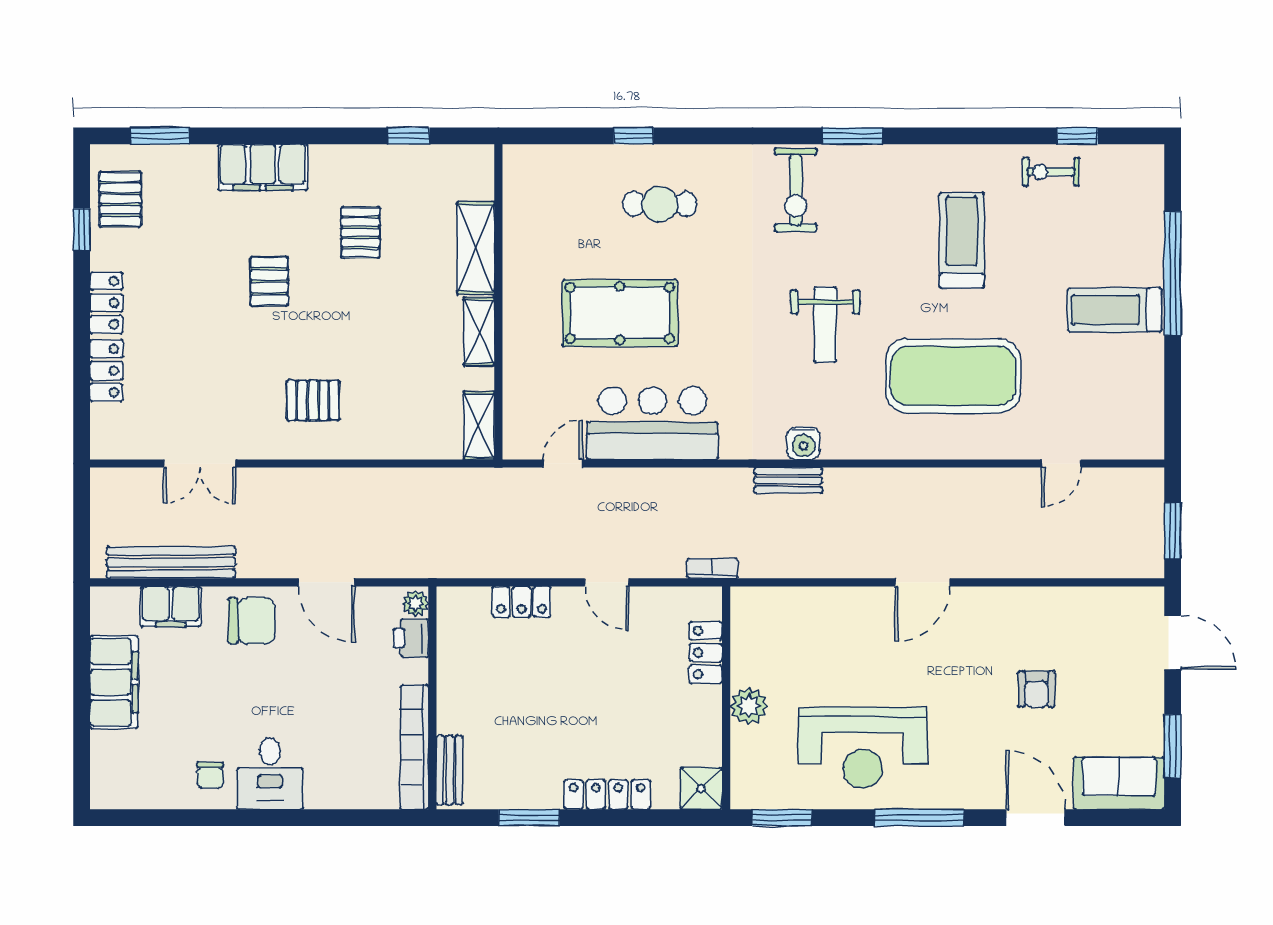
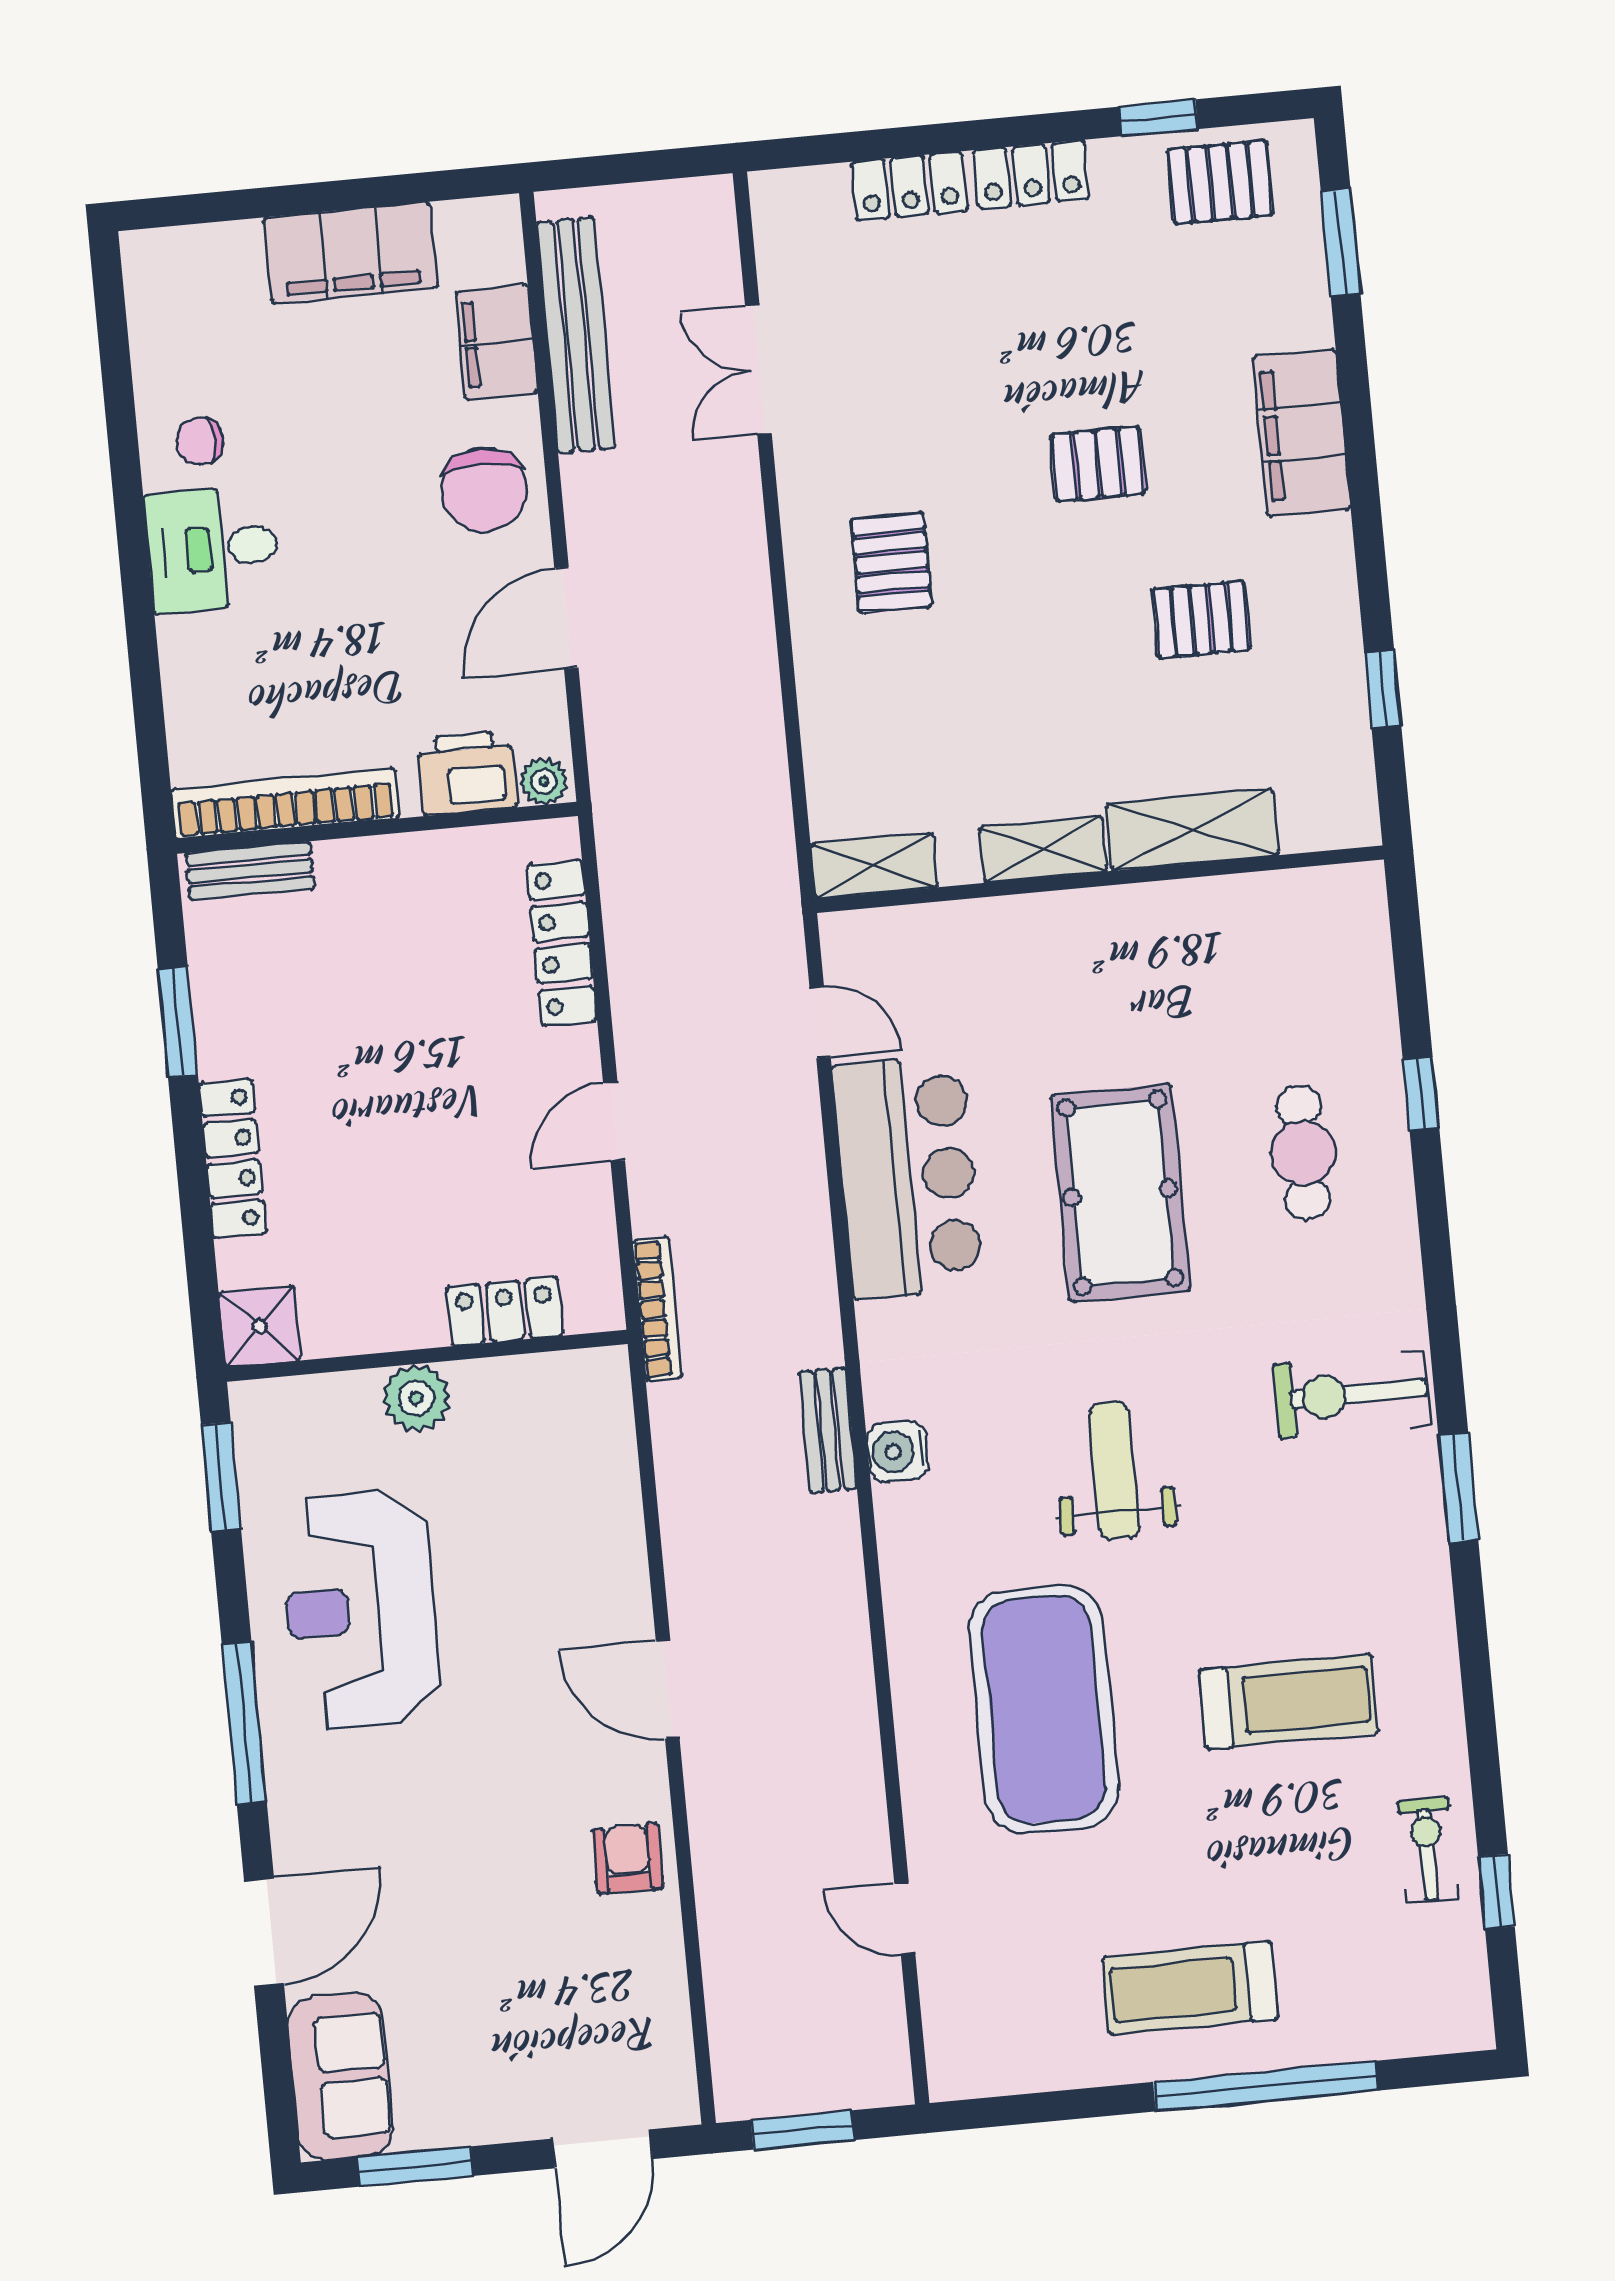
treadmill: (1115, 310) -> (1190, 1988), turned -90
pool table: (620, 313) -> (1120, 1193), moved
weight bench: (825, 325) -> (1114, 1471), turned 90
bookcase: (712, 568) -> (657, 1309), width x1.56
locker: (522, 602) -> (562, 943), width x1.53
printer: (411, 638) -> (467, 773), width x1.36, depth x1.24
armchair: (1036, 689) -> (628, 1859), moved, turned 90

